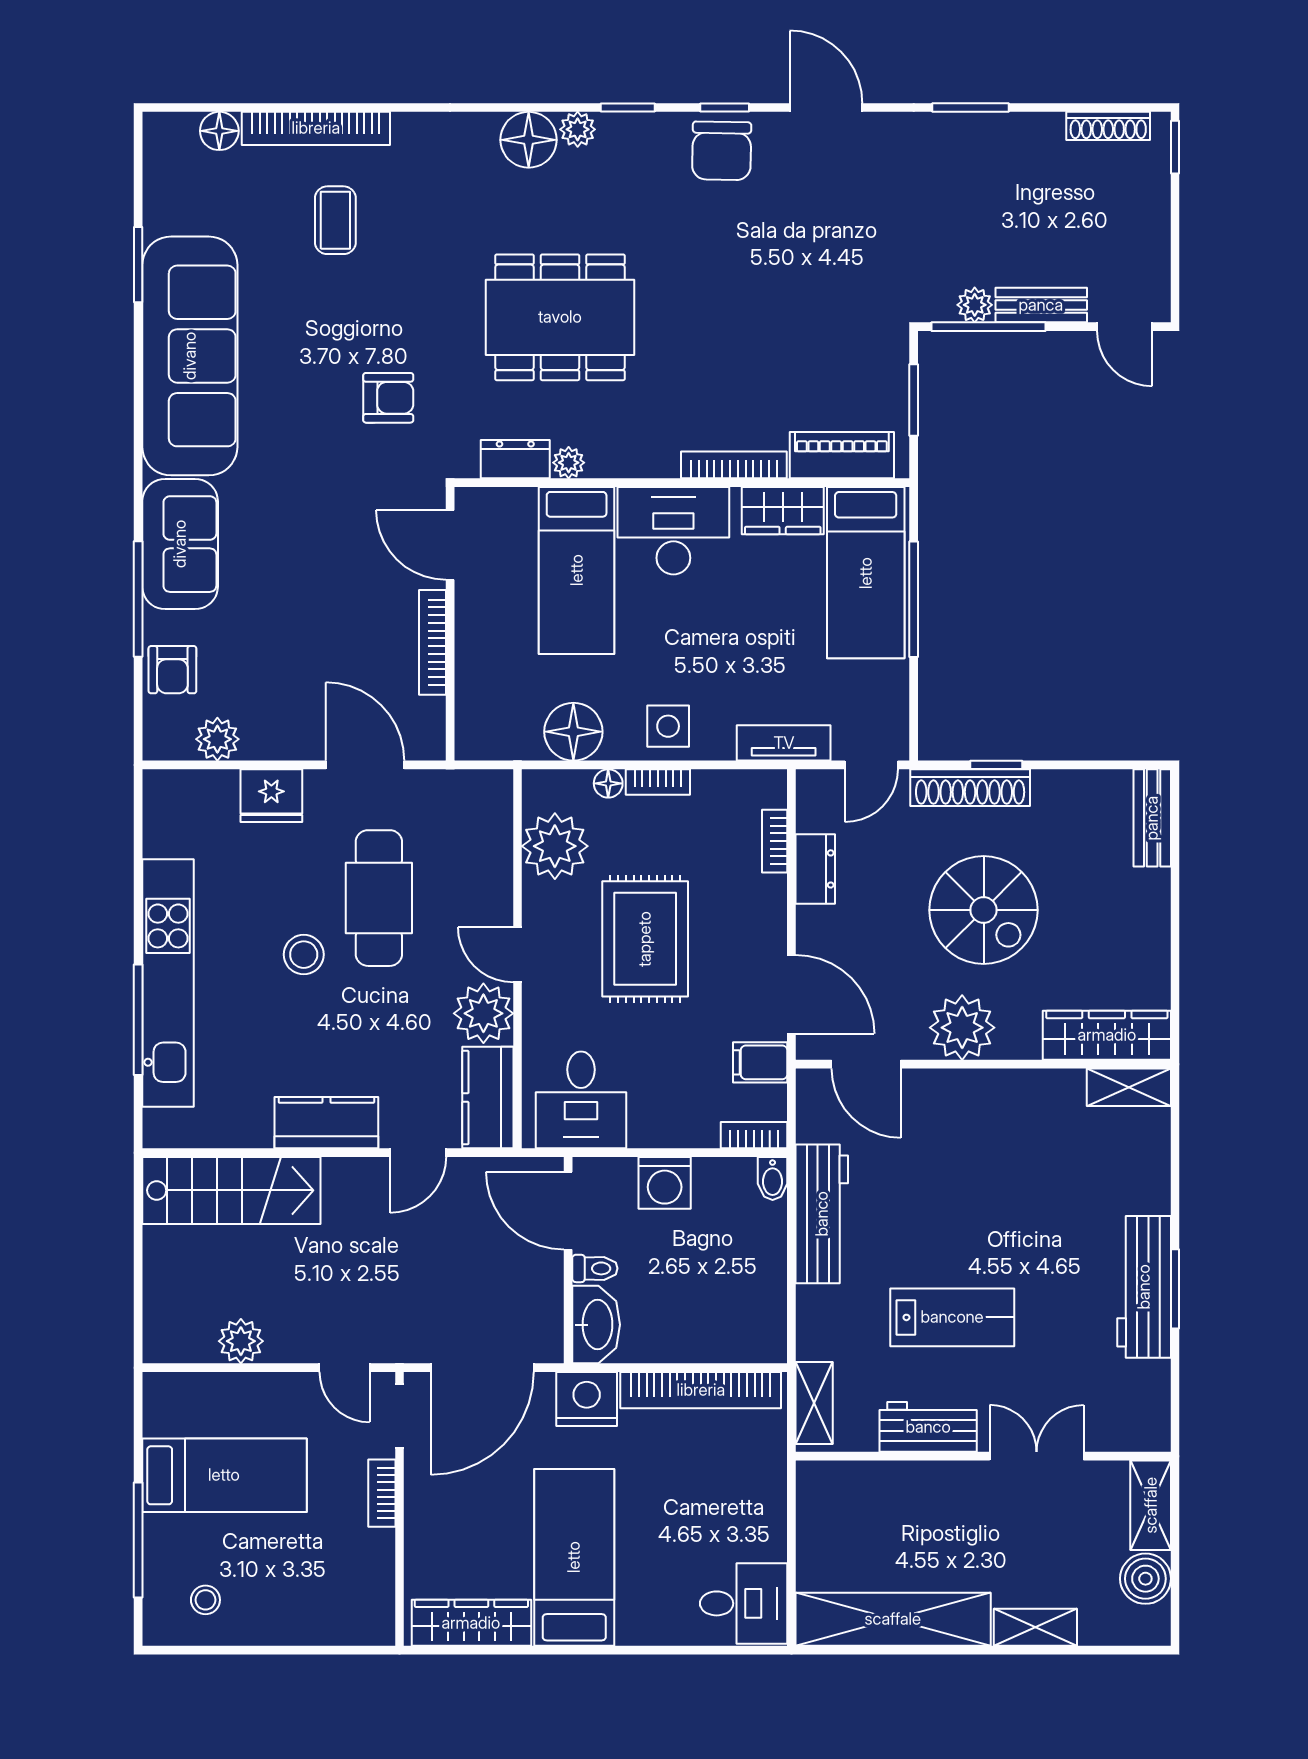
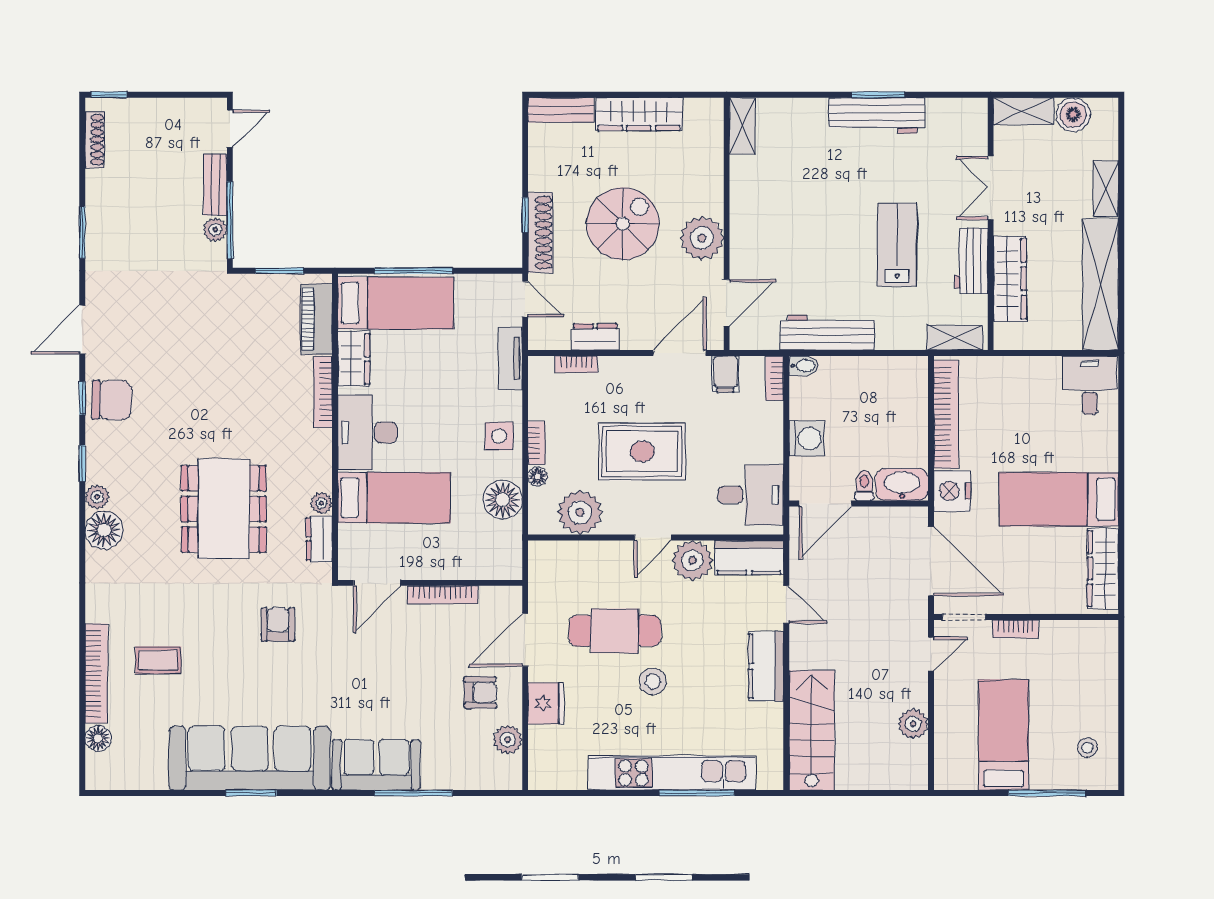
window: (138, 265) -> (251, 793), moved
armchair: (172, 670) -> (480, 692), moved
wardrobe: (1107, 1035) -> (639, 114), moved, turned -90
wardrobe: (902, 1485) -> (1010, 279), added

